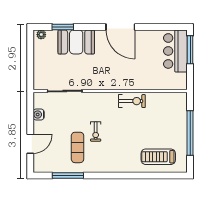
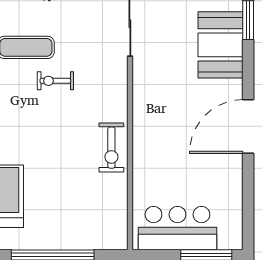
bar counter: (175, 51) -> (177, 228), moved

